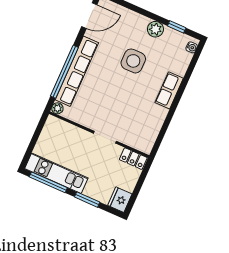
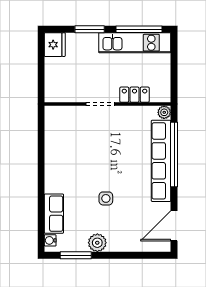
window: (177, 27) -> (76, 255), width x1.50
side table: (133, 61) -> (106, 198), width x0.54, depth x0.54
row of seats: (169, 90) -> (54, 214), moved
locker: (133, 159) -> (135, 95), moved

